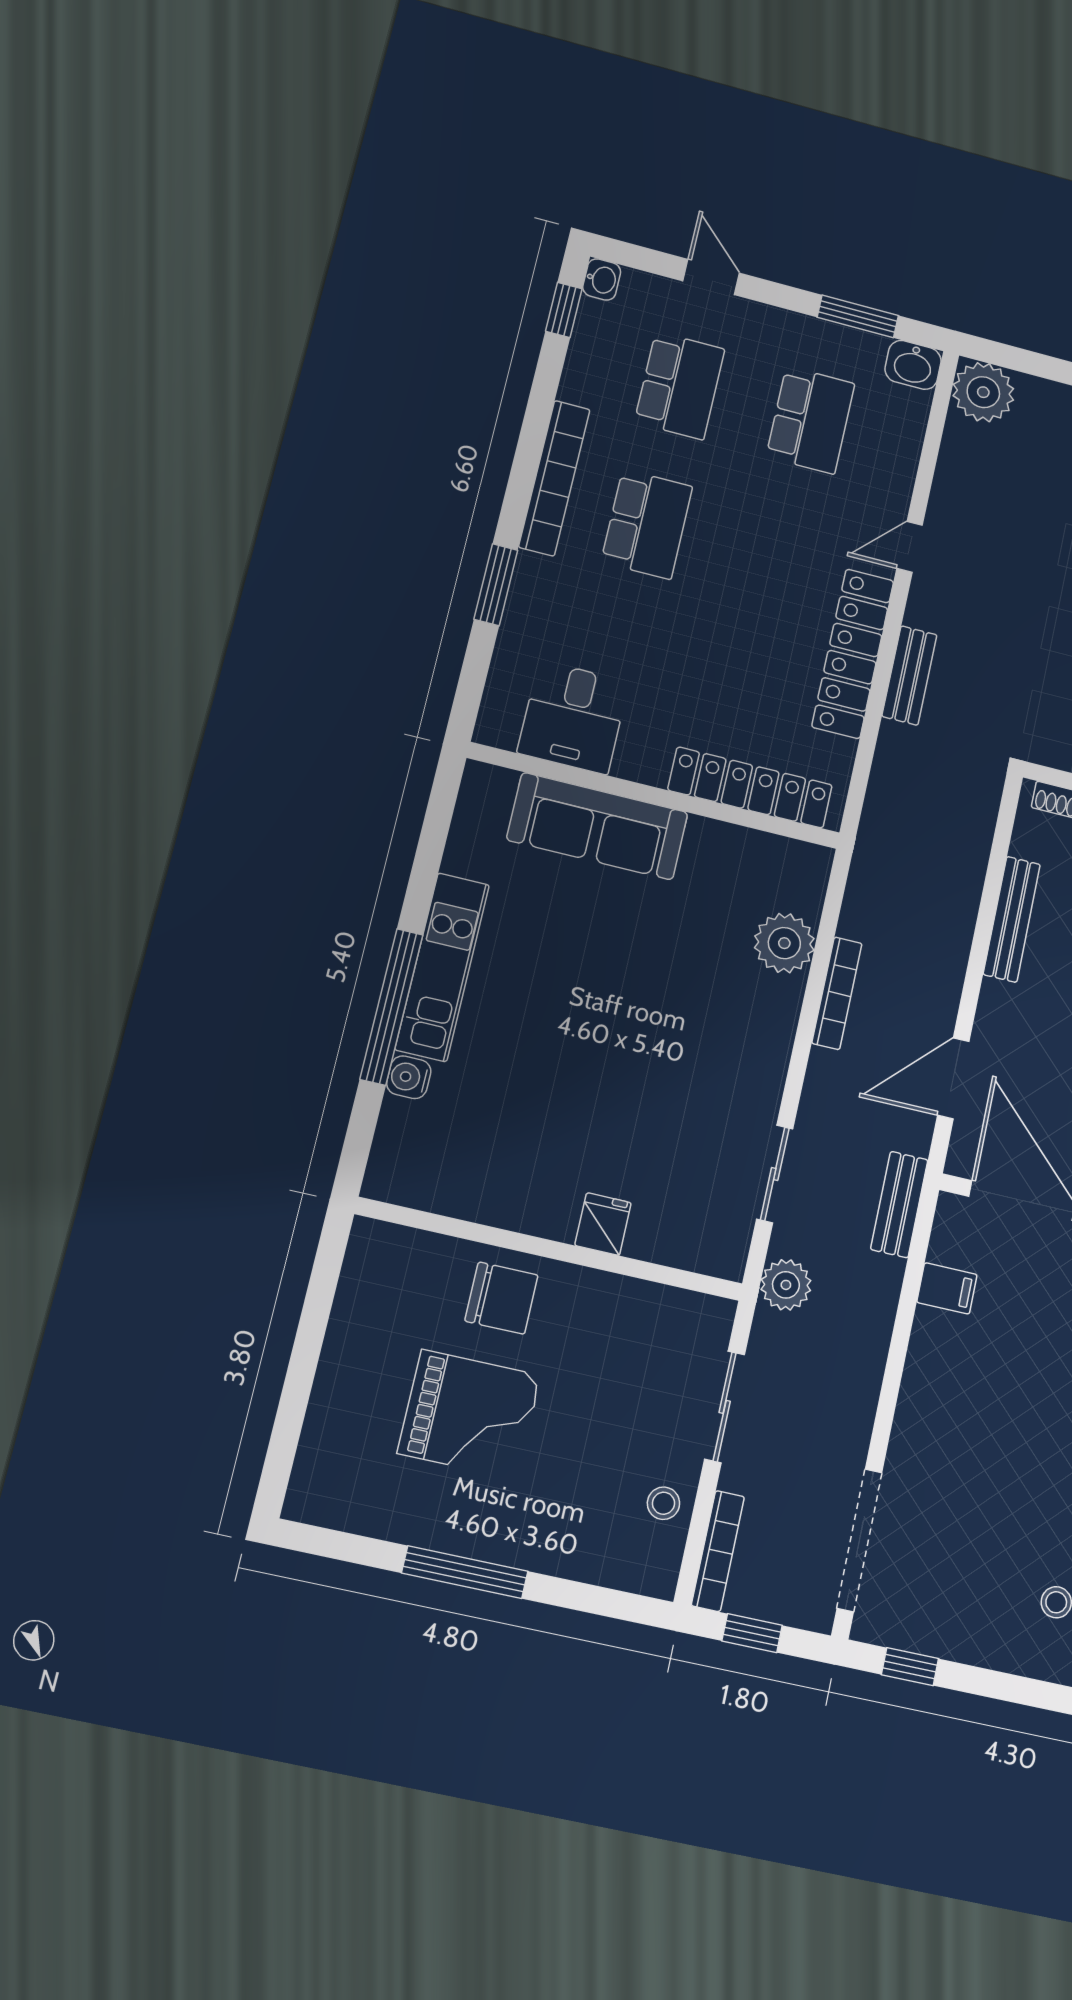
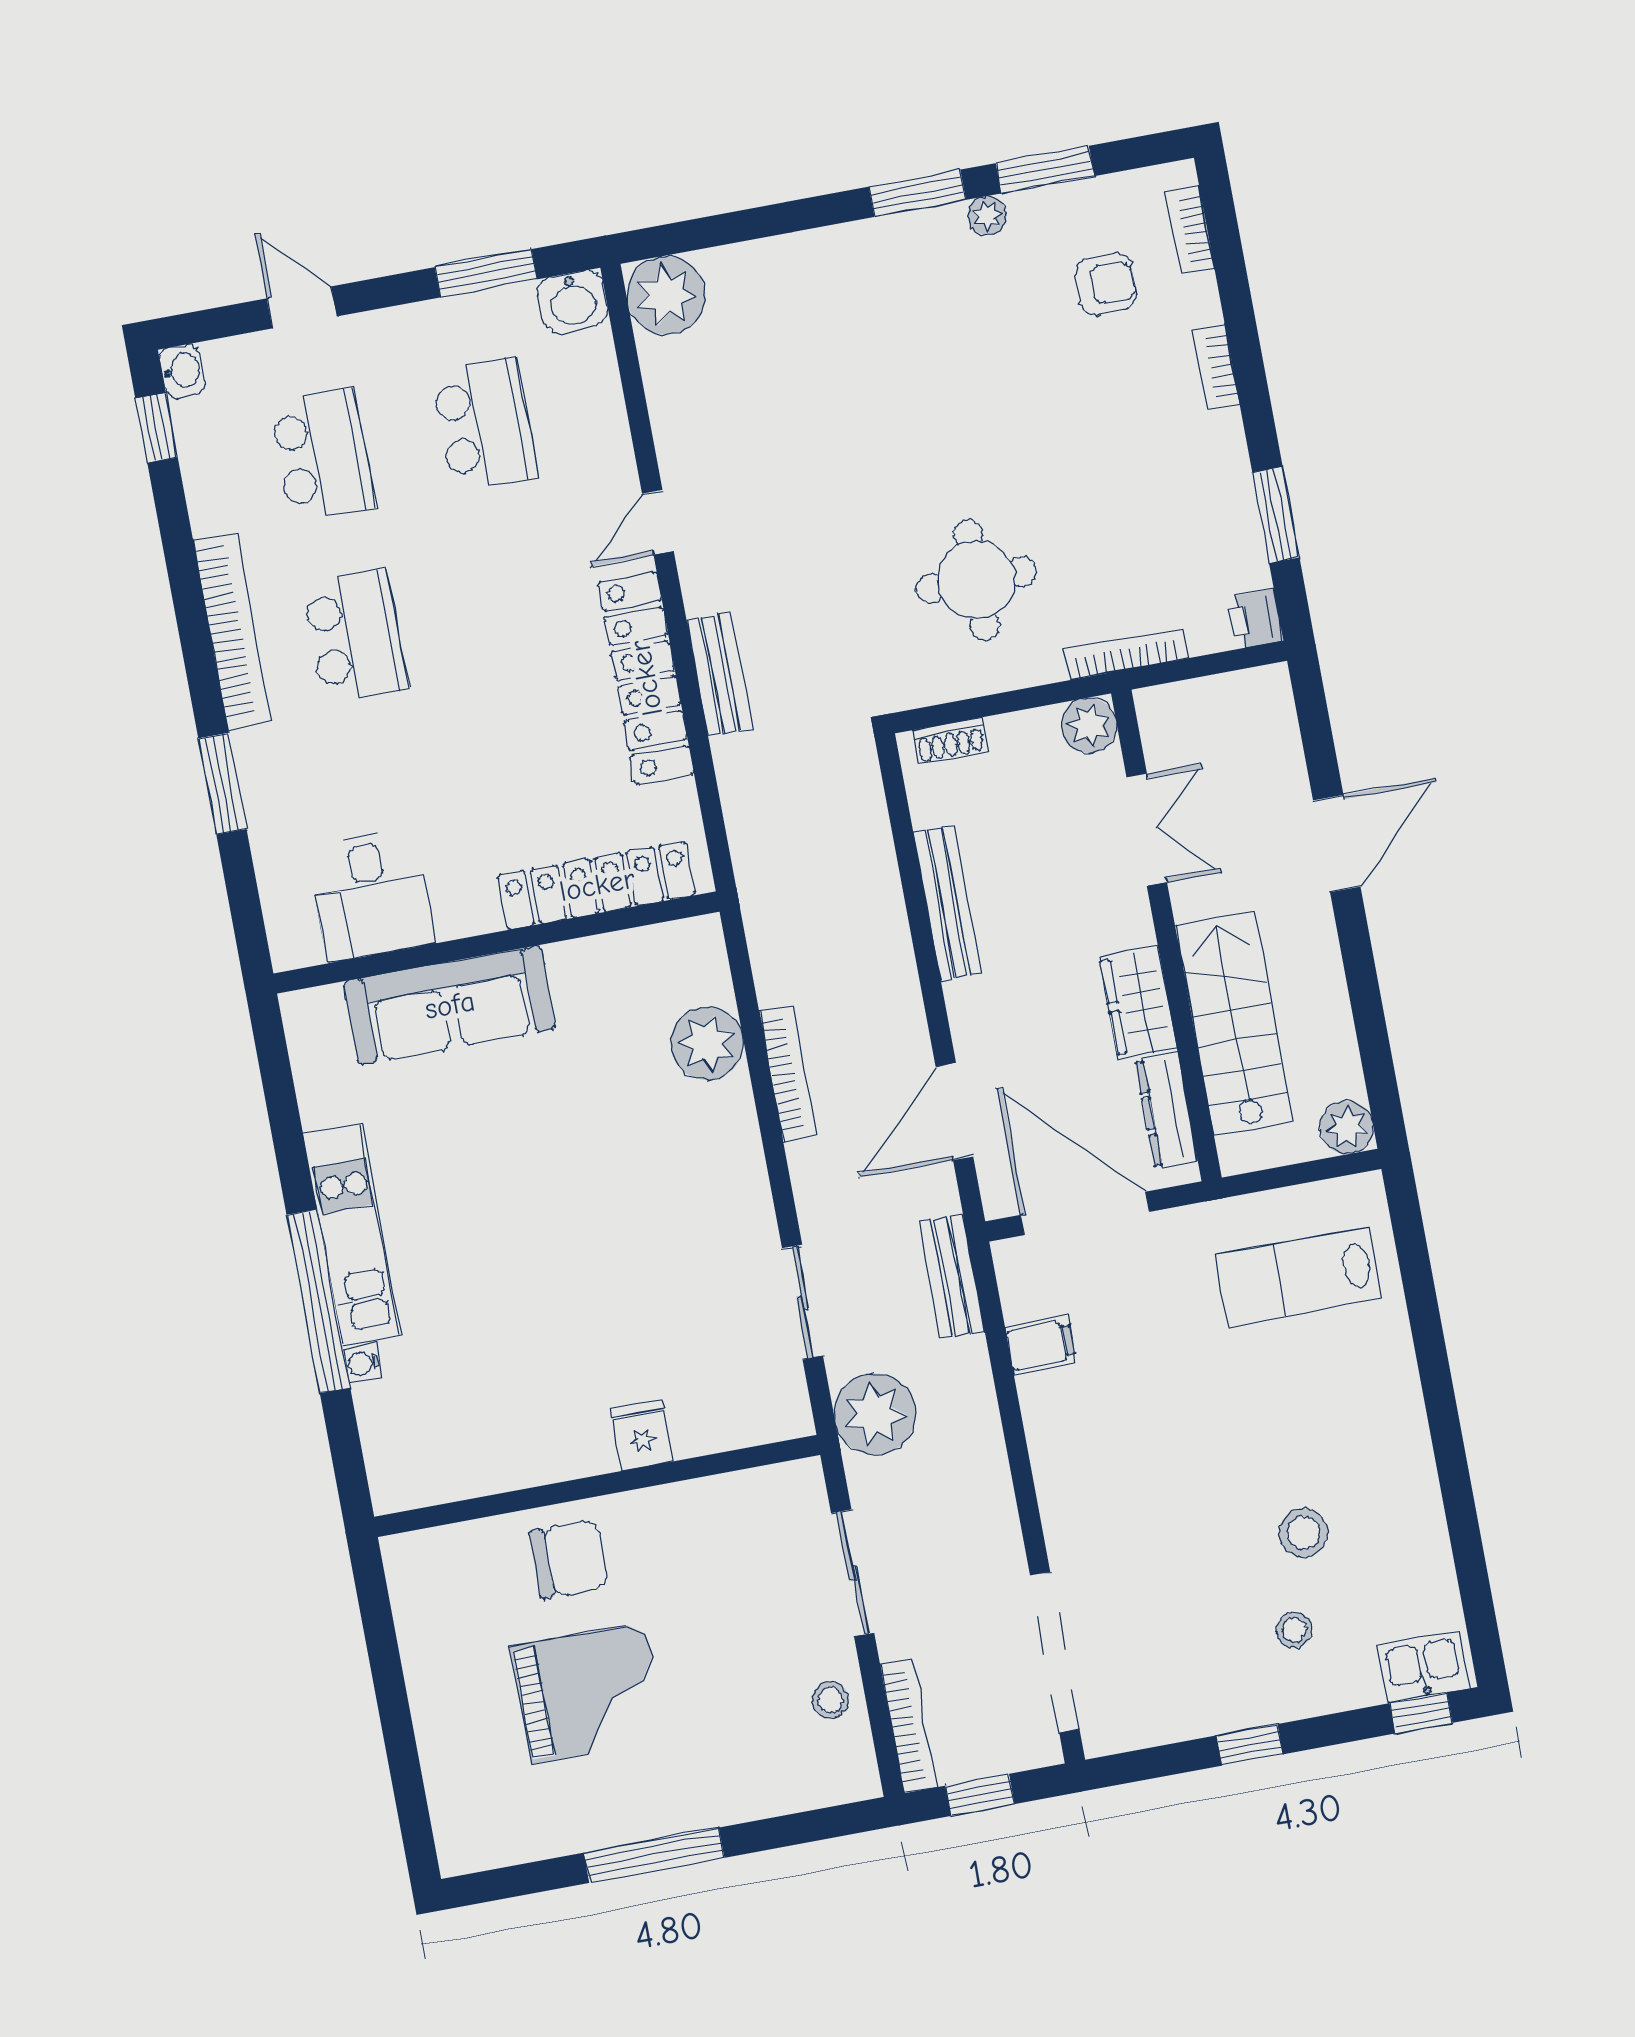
water cooler: (409, 1077) -> (362, 1363), width x0.72, depth x0.72
plant: (786, 1285) -> (875, 1414), width x1.36, depth x1.36
window: (910, 1667) -> (1250, 1745), moved

